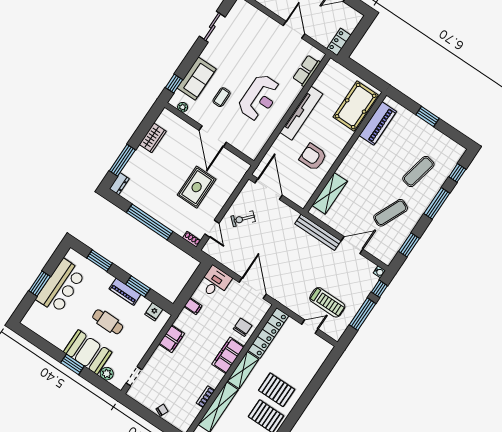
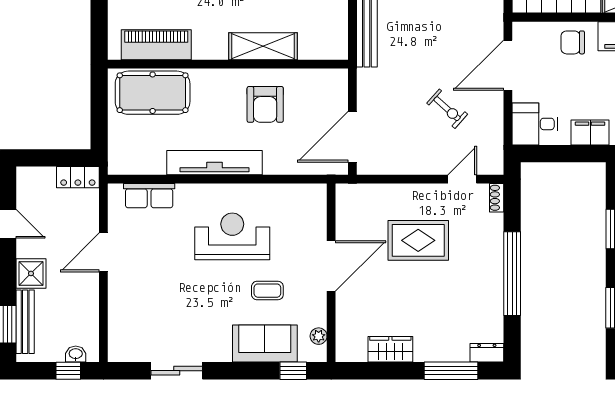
shelving: (330, 193) -> (263, 46), moved
exercise bike: (243, 219) -> (447, 109), moved
filing cabinet: (193, 306) -> (590, 133), width x2.00

